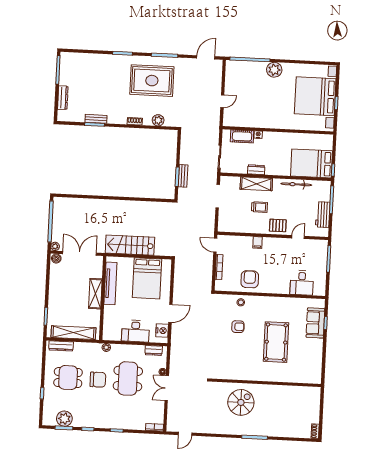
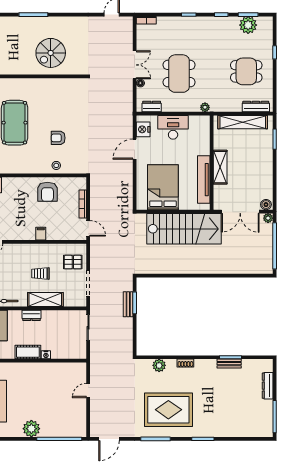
cot: (242, 136) -> (28, 352), moved
dresser: (256, 170) -> (31, 315), moved
pallet: (278, 225) -> (73, 262), moved
stairs: (130, 245) -> (184, 229), width x1.36, depth x1.51
chair: (98, 380) -> (213, 71), removed

